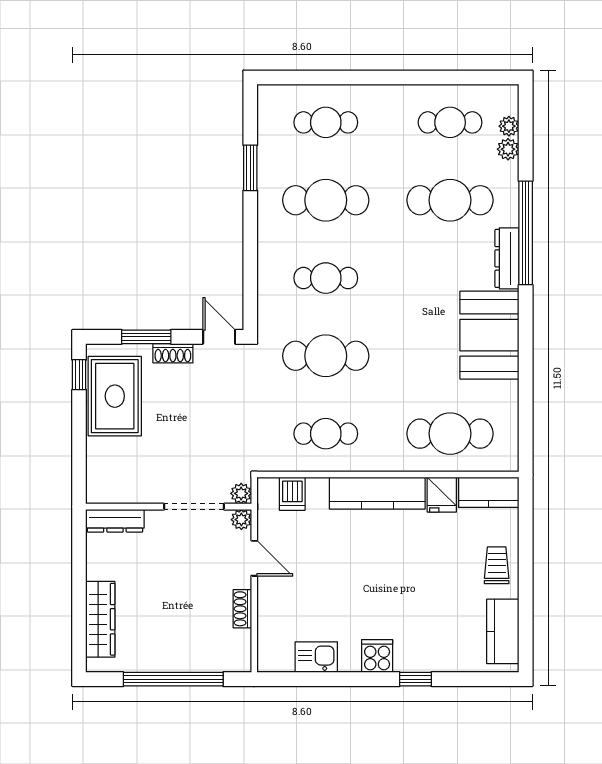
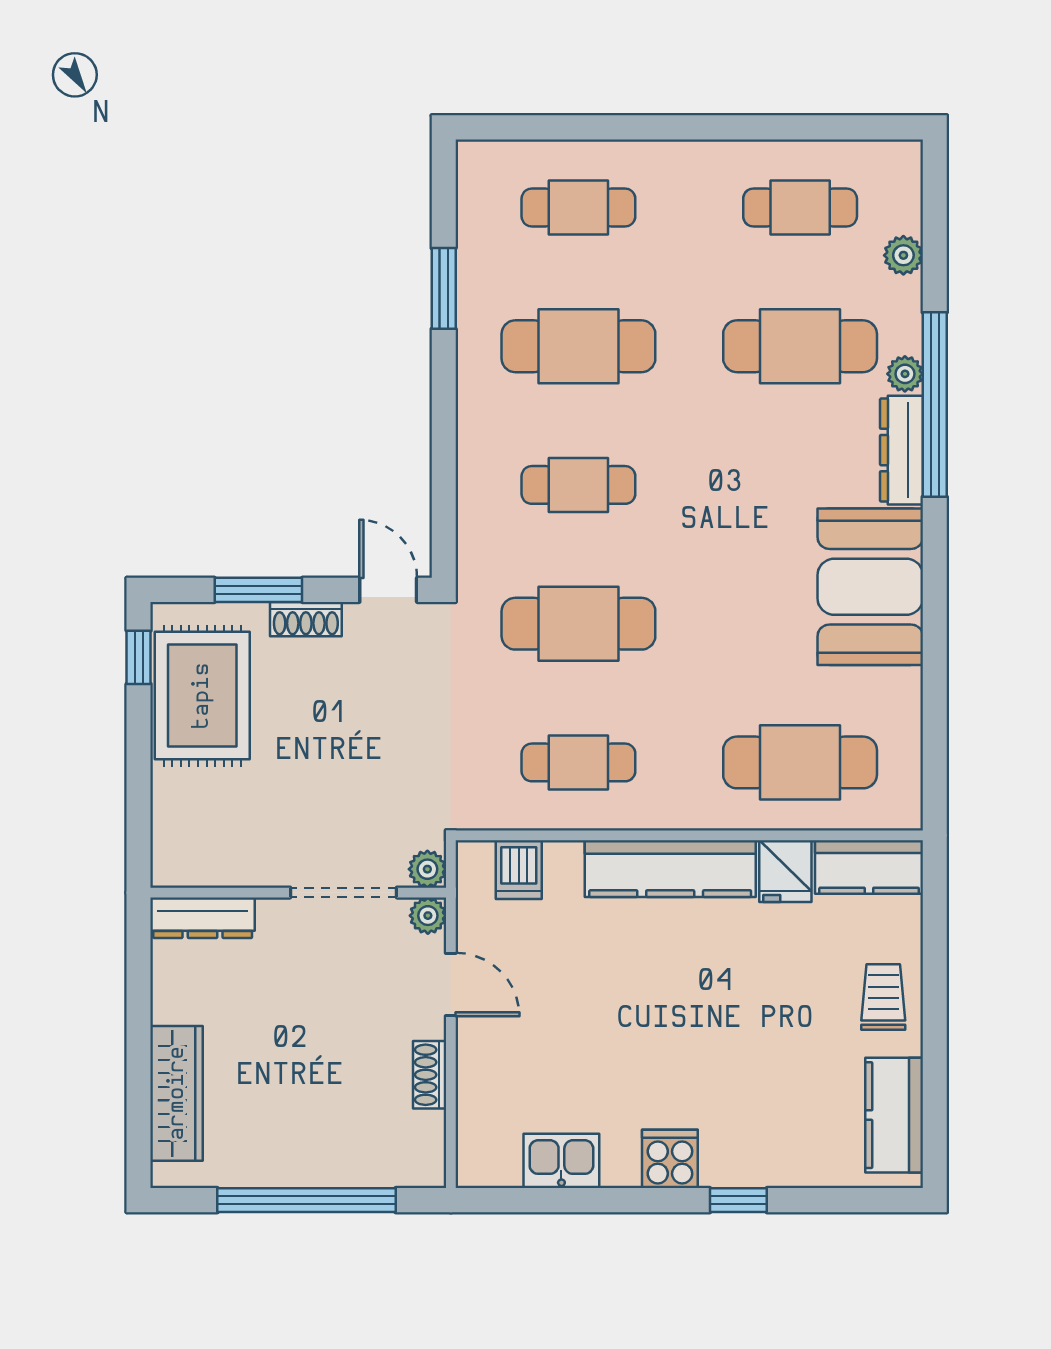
plant: (509, 126) -> (905, 374), moved

